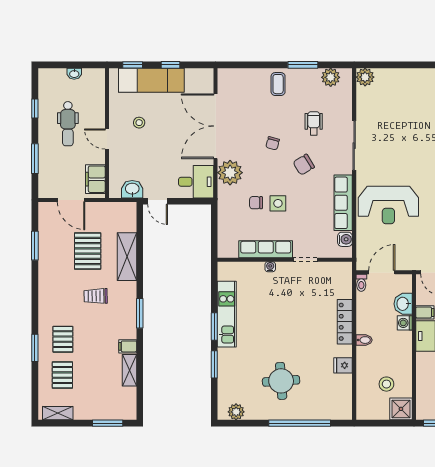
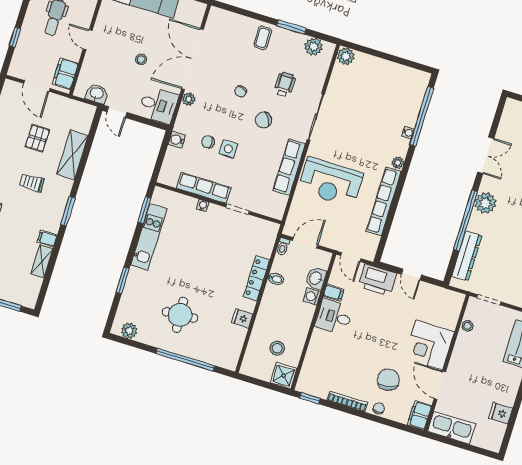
stool: (139, 123) -> (141, 59), moved
window: (35, 159) -> (15, 37), width x0.67
plant: (230, 173) -> (189, 99), width x0.53, depth x0.53
water cooler: (345, 239) -> (177, 140), moved, turned 180
pallet: (88, 251) -> (37, 138), width x0.67, depth x0.71
window: (214, 326) -> (144, 210), moved
bidet: (364, 340) -> (276, 279), moved

